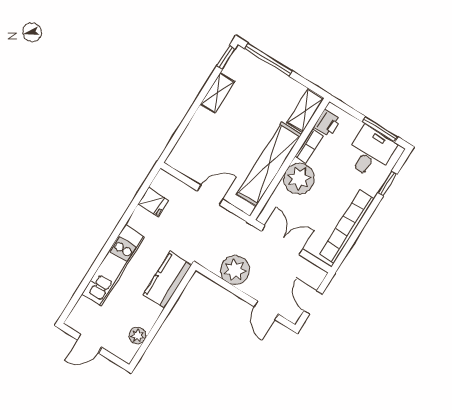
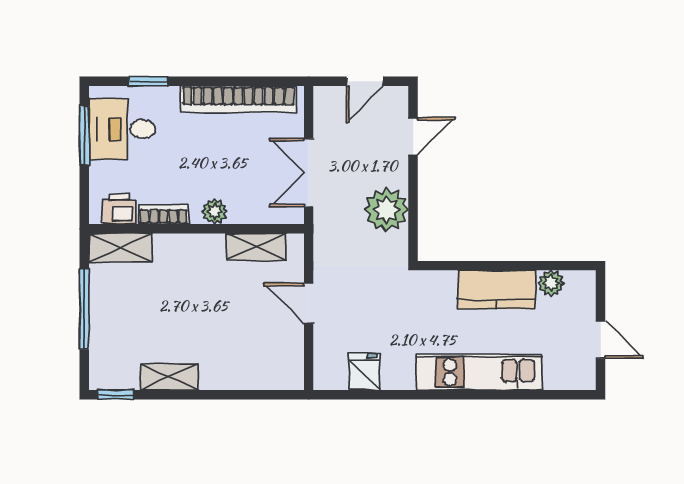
window: (268, 60) -> (84, 309), moved
shelving: (269, 164) -> (256, 247), width x0.45, depth x0.75
plant: (299, 179) -> (215, 212), width x0.53, depth x0.53
kitchen counter: (167, 280) -> (497, 290), moved

